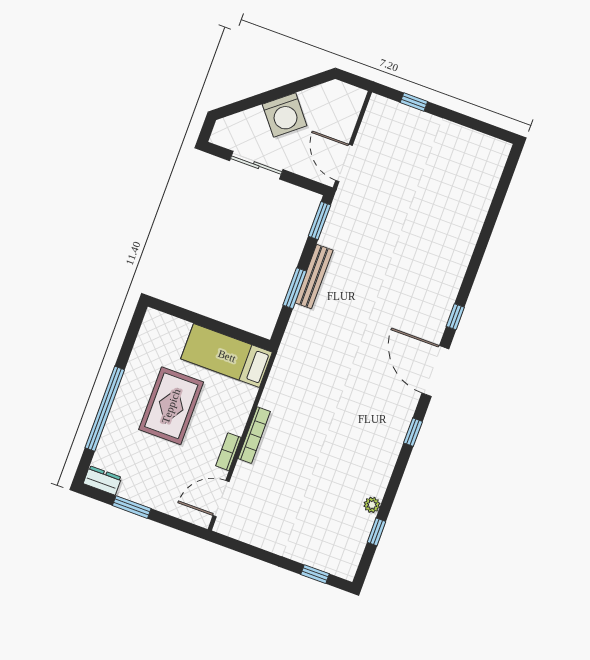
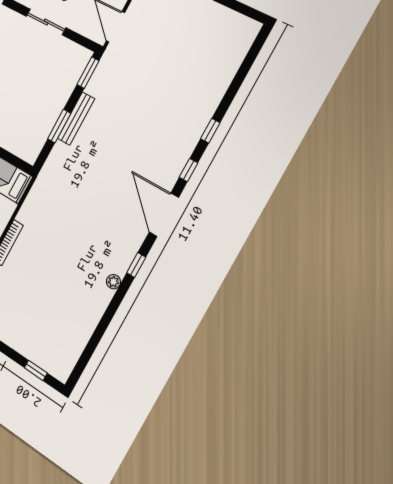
plant: (372, 505) -> (113, 282), moved
window: (376, 532) -> (210, 131), moved

